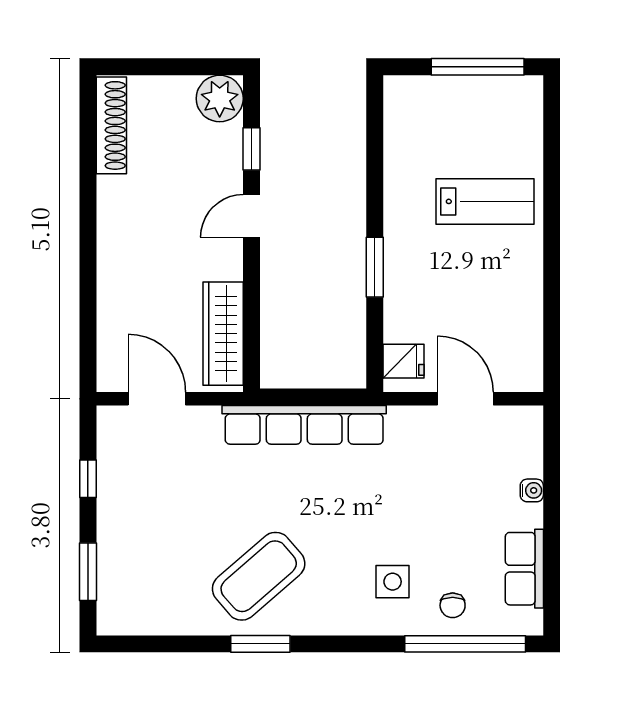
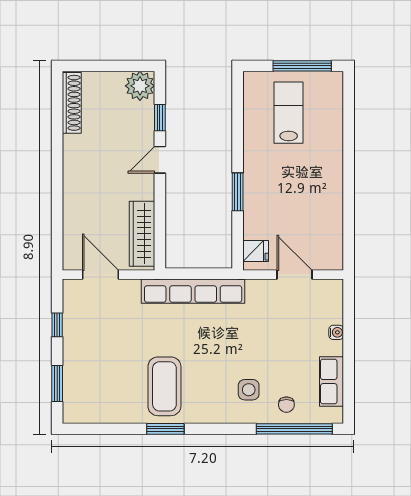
lab bench: (485, 201) -> (289, 113), moved, turned -90
coffee table: (259, 576) -> (164, 386), turned -49

